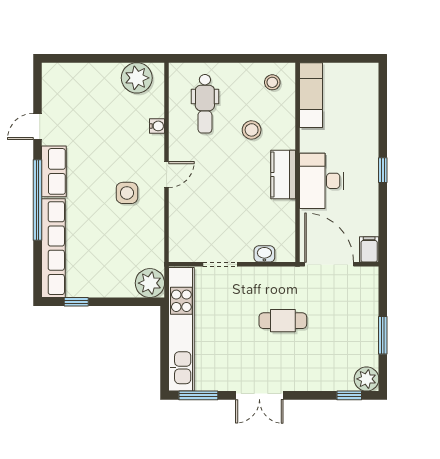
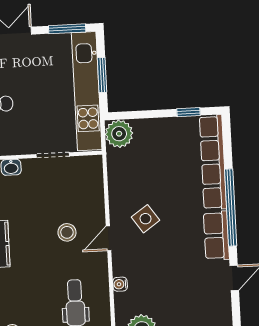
stool: (252, 130) -> (67, 232), moved
side table: (127, 193) -> (146, 219), turned -35
window: (164, 345) -> (102, 75), added

